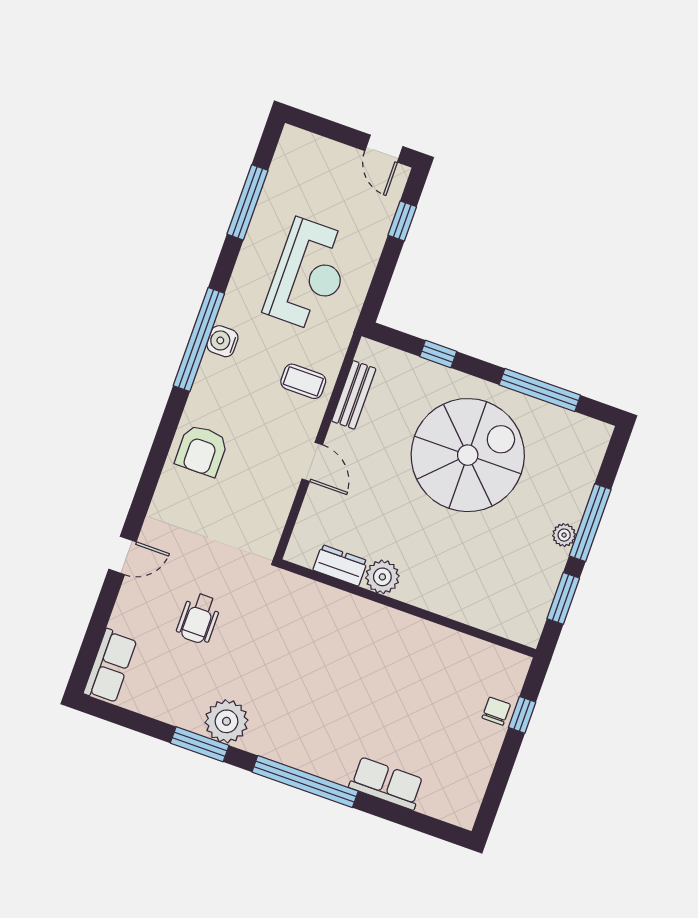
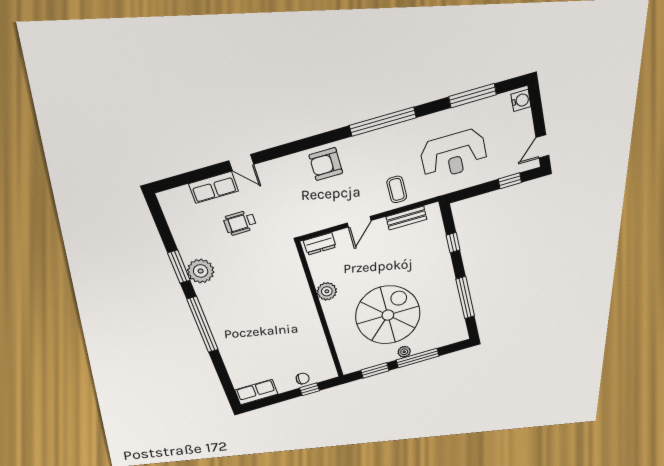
water cooler: (222, 341) -> (521, 100), moved, turned 90
spiral stairs: (468, 455) -> (388, 315), moved, turned -90
dresser: (340, 565) -> (320, 244), moved, turned 90
row of seats: (110, 666) -> (213, 187), moved
row of seats: (386, 783) -> (256, 392), moved, turned -90

